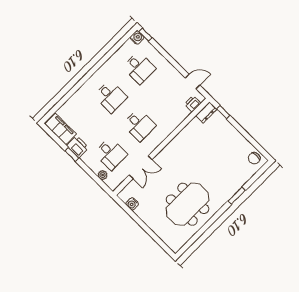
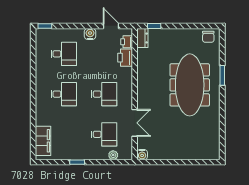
water cooler: (137, 38) -> (90, 34), moved
door: (193, 82) -> (111, 26), hinge flipped
filing cabinet: (61, 129) -> (43, 141), moved, turned 90
printer: (78, 147) -> (125, 58), moved, turned -90
water cooler: (132, 204) -> (142, 155), moved
meeting table: (187, 204) -> (190, 85), moved, width x1.36

